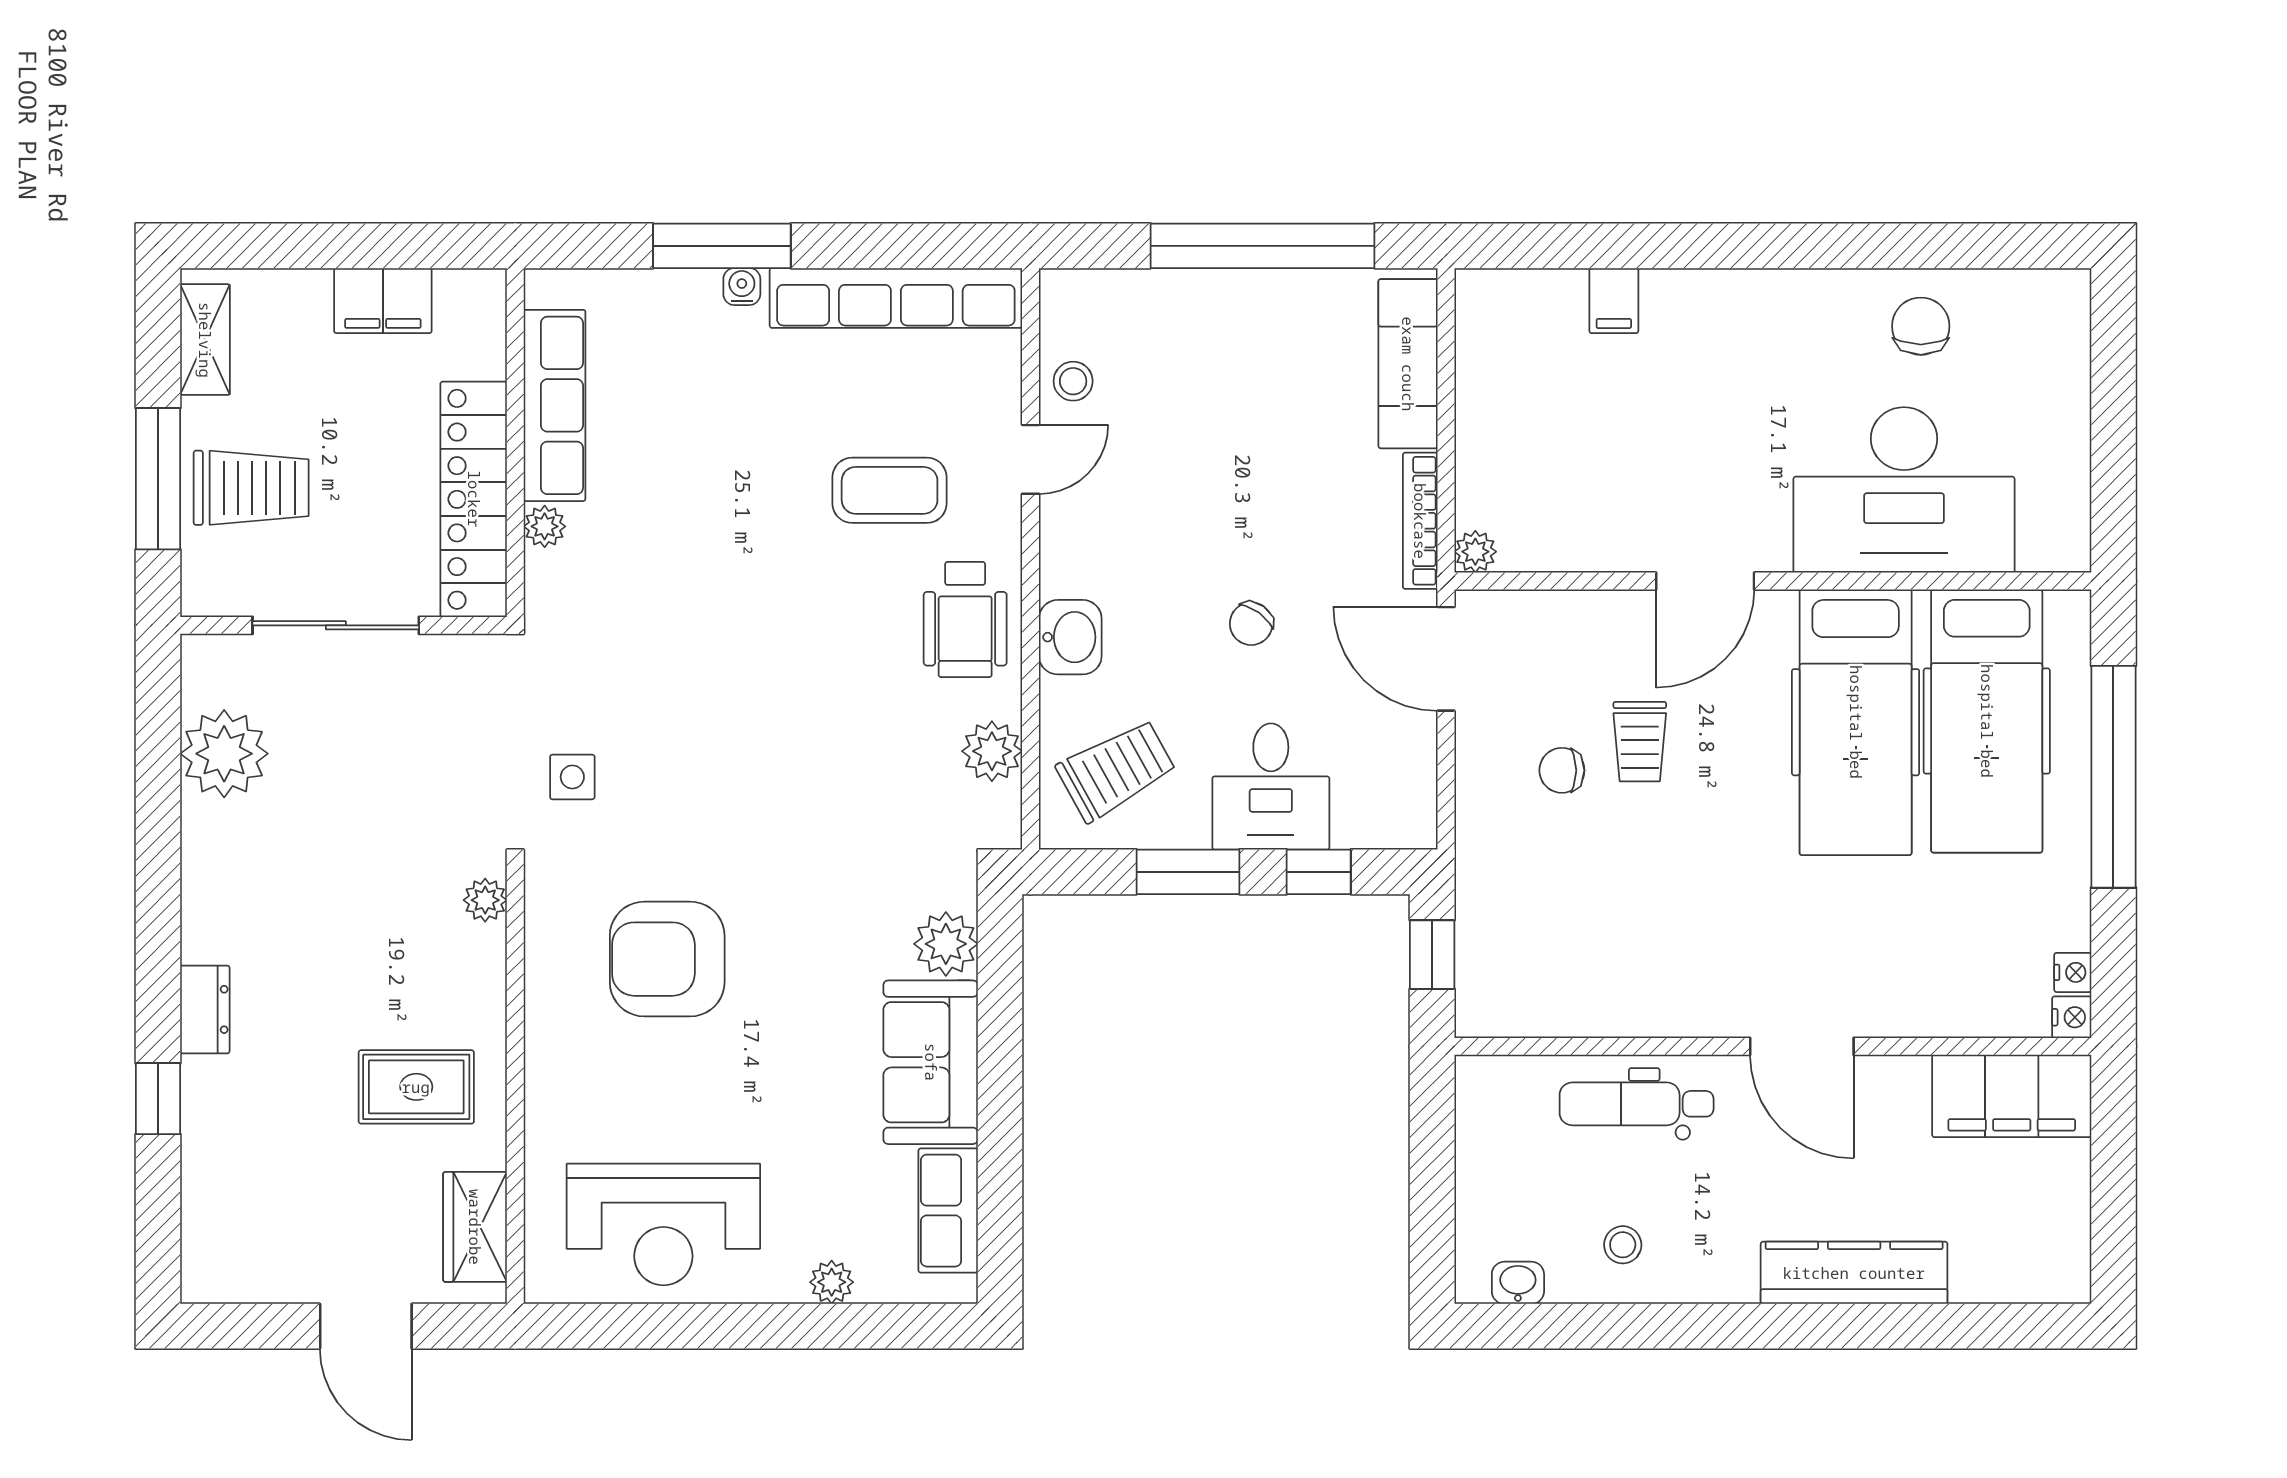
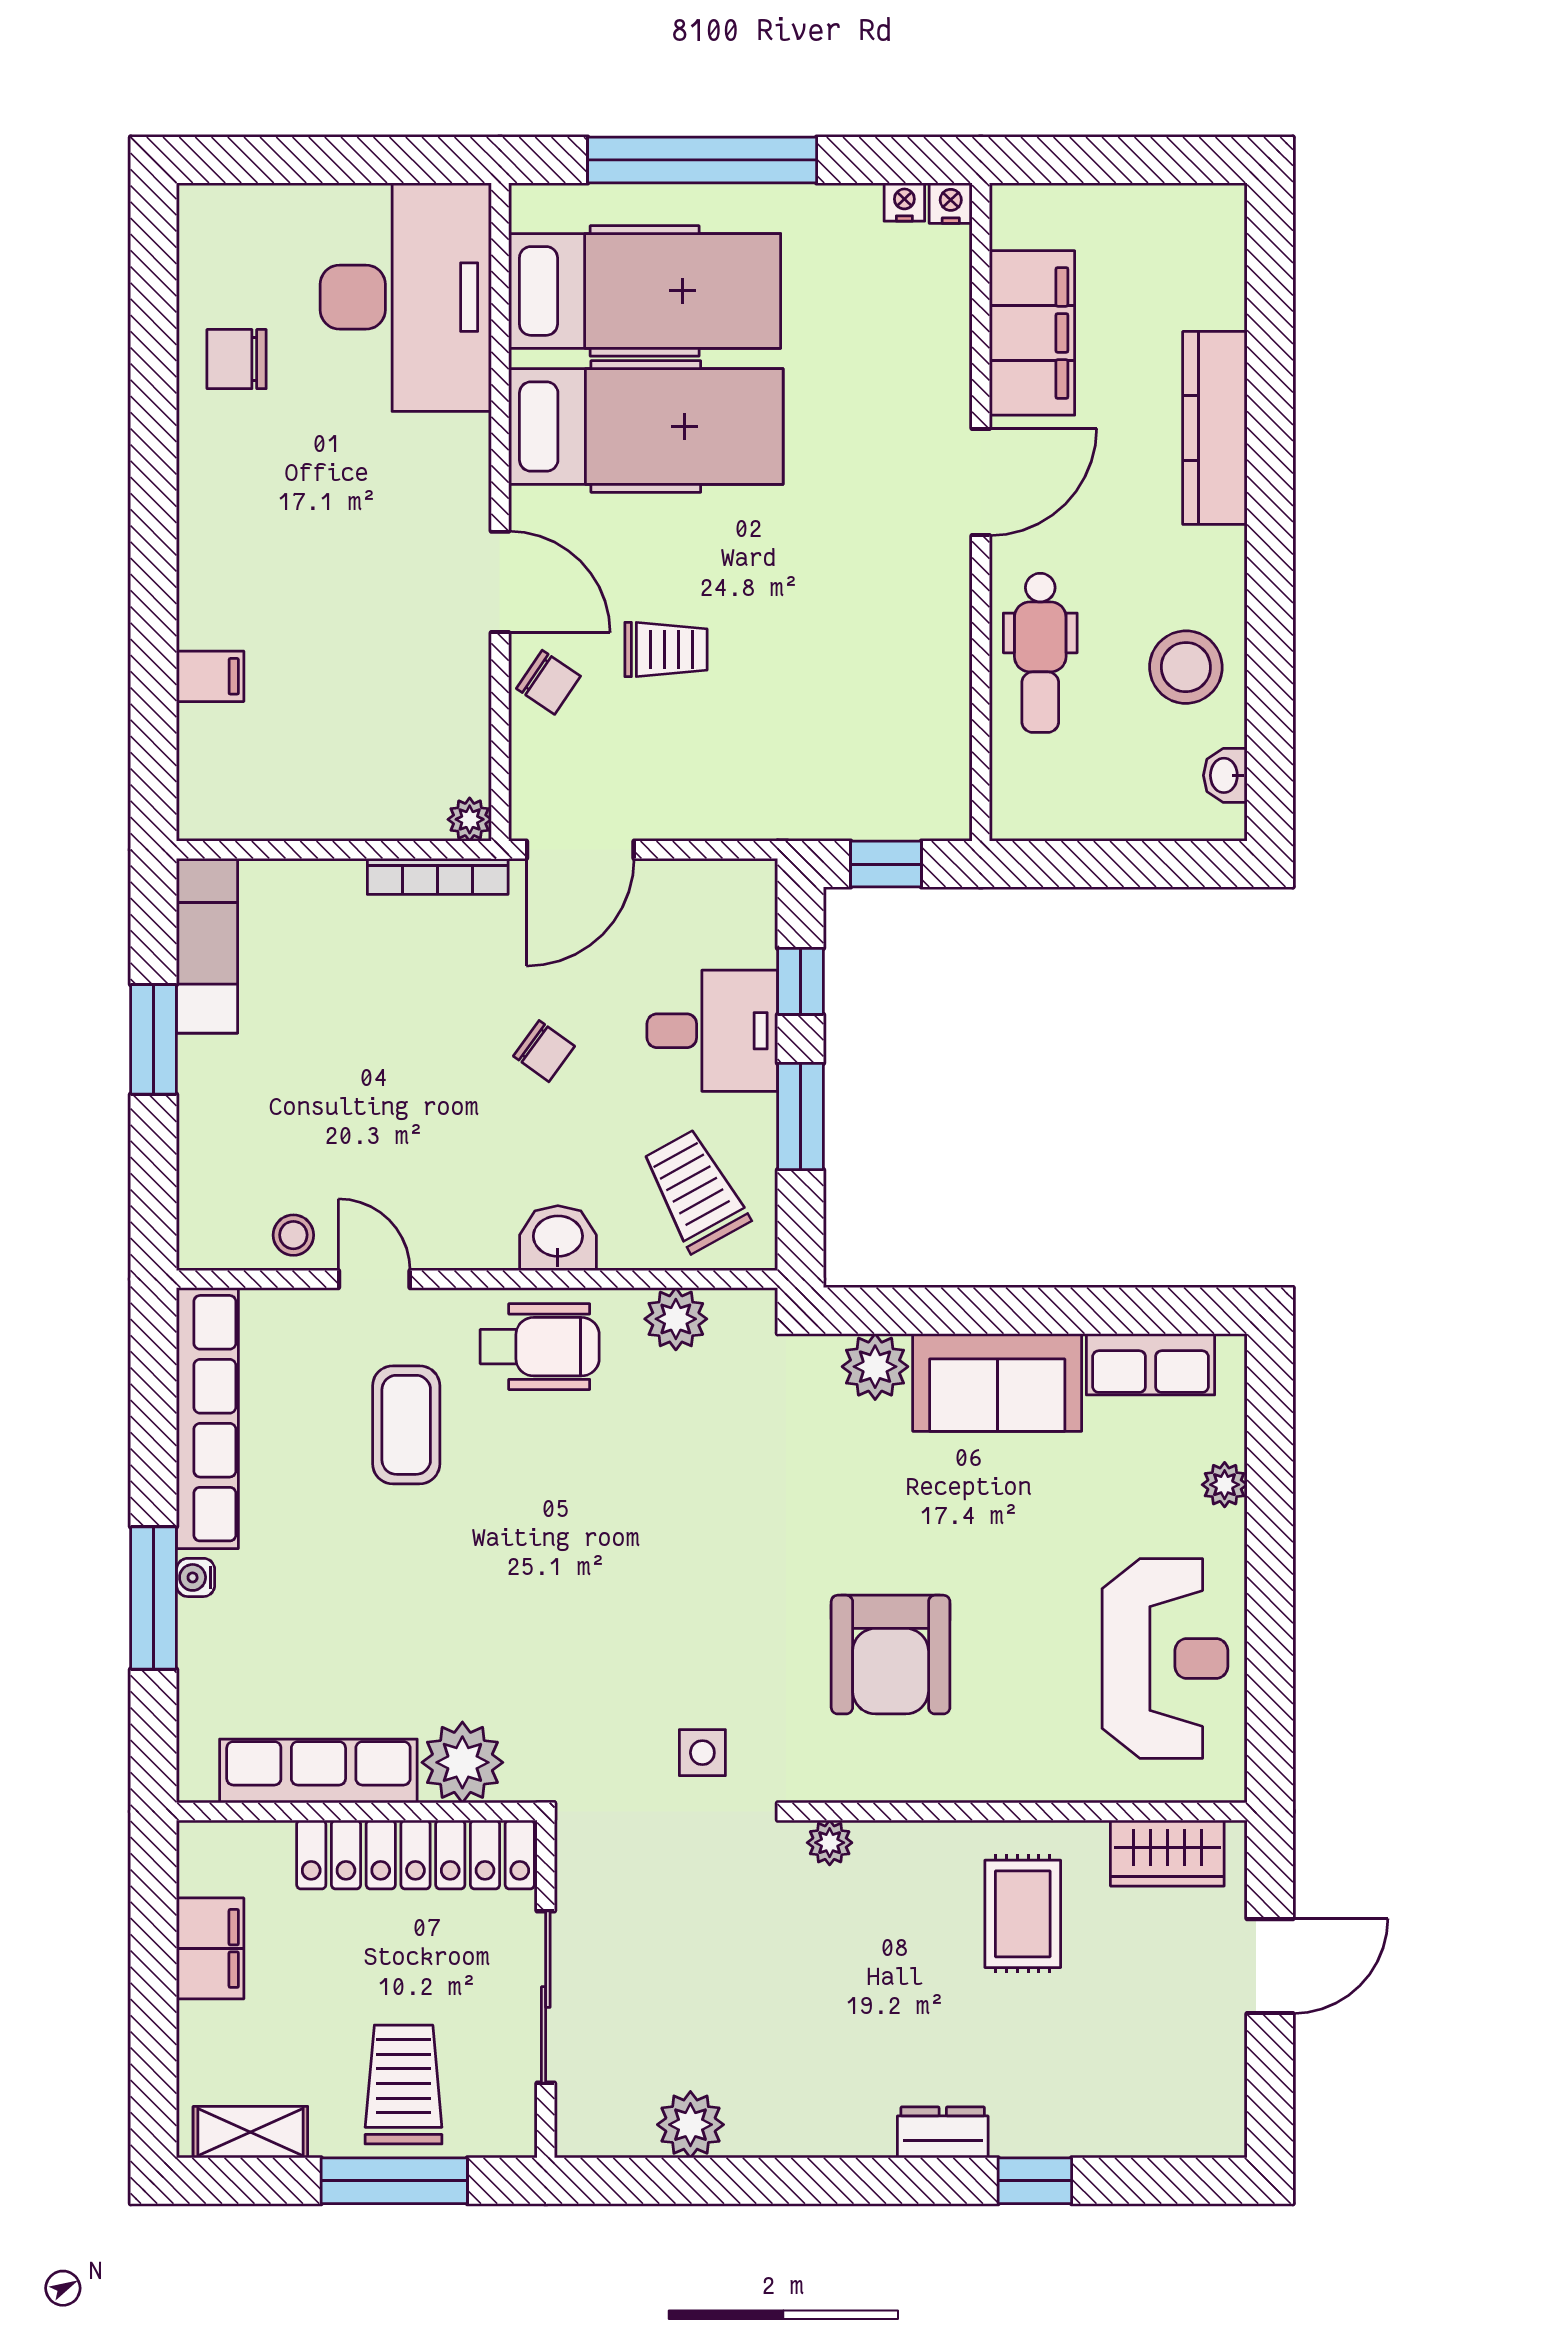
window: (1263, 246) -> (154, 1039), width x0.47
exam couch: (1408, 364) -> (207, 946), moved, turned -90
desk: (1904, 490) -> (406, 297), moved
plant: (545, 526) -> (462, 1762), width x1.87, depth x1.87
plant: (224, 754) -> (690, 2125), width x0.73, depth x0.73
chair: (1562, 770) -> (548, 682), moved, turned -56
filing cabinet: (2012, 1096) -> (1032, 333), moved
stool: (1623, 1245) -> (1186, 667), width x1.89, depth x1.89

